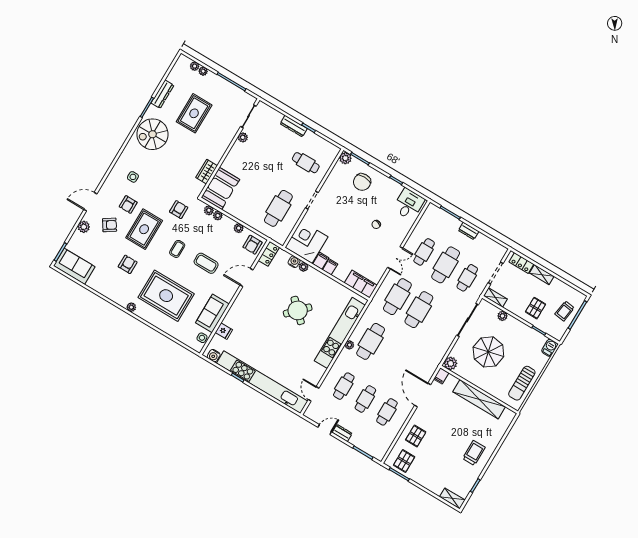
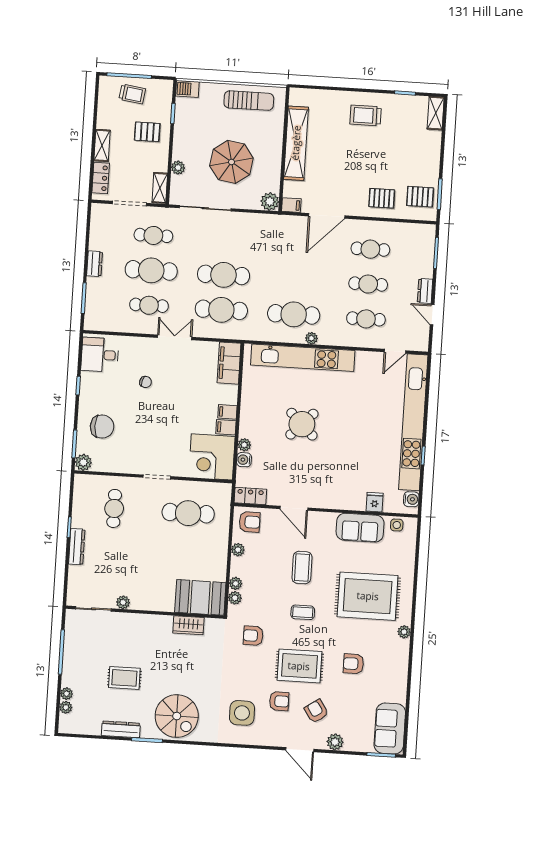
rug: (194, 113) -> (124, 678), width x0.73, depth x0.70
side table: (133, 177) -> (242, 713), width x1.87, depth x1.87
rug: (166, 296) -> (368, 596), turned 90

